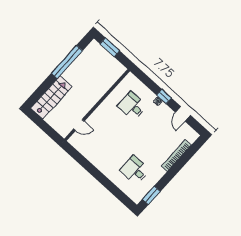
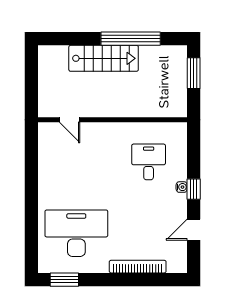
stairs: (51, 97) -> (104, 58), moved
desk: (135, 170) -> (76, 233), width x1.87, depth x1.30

